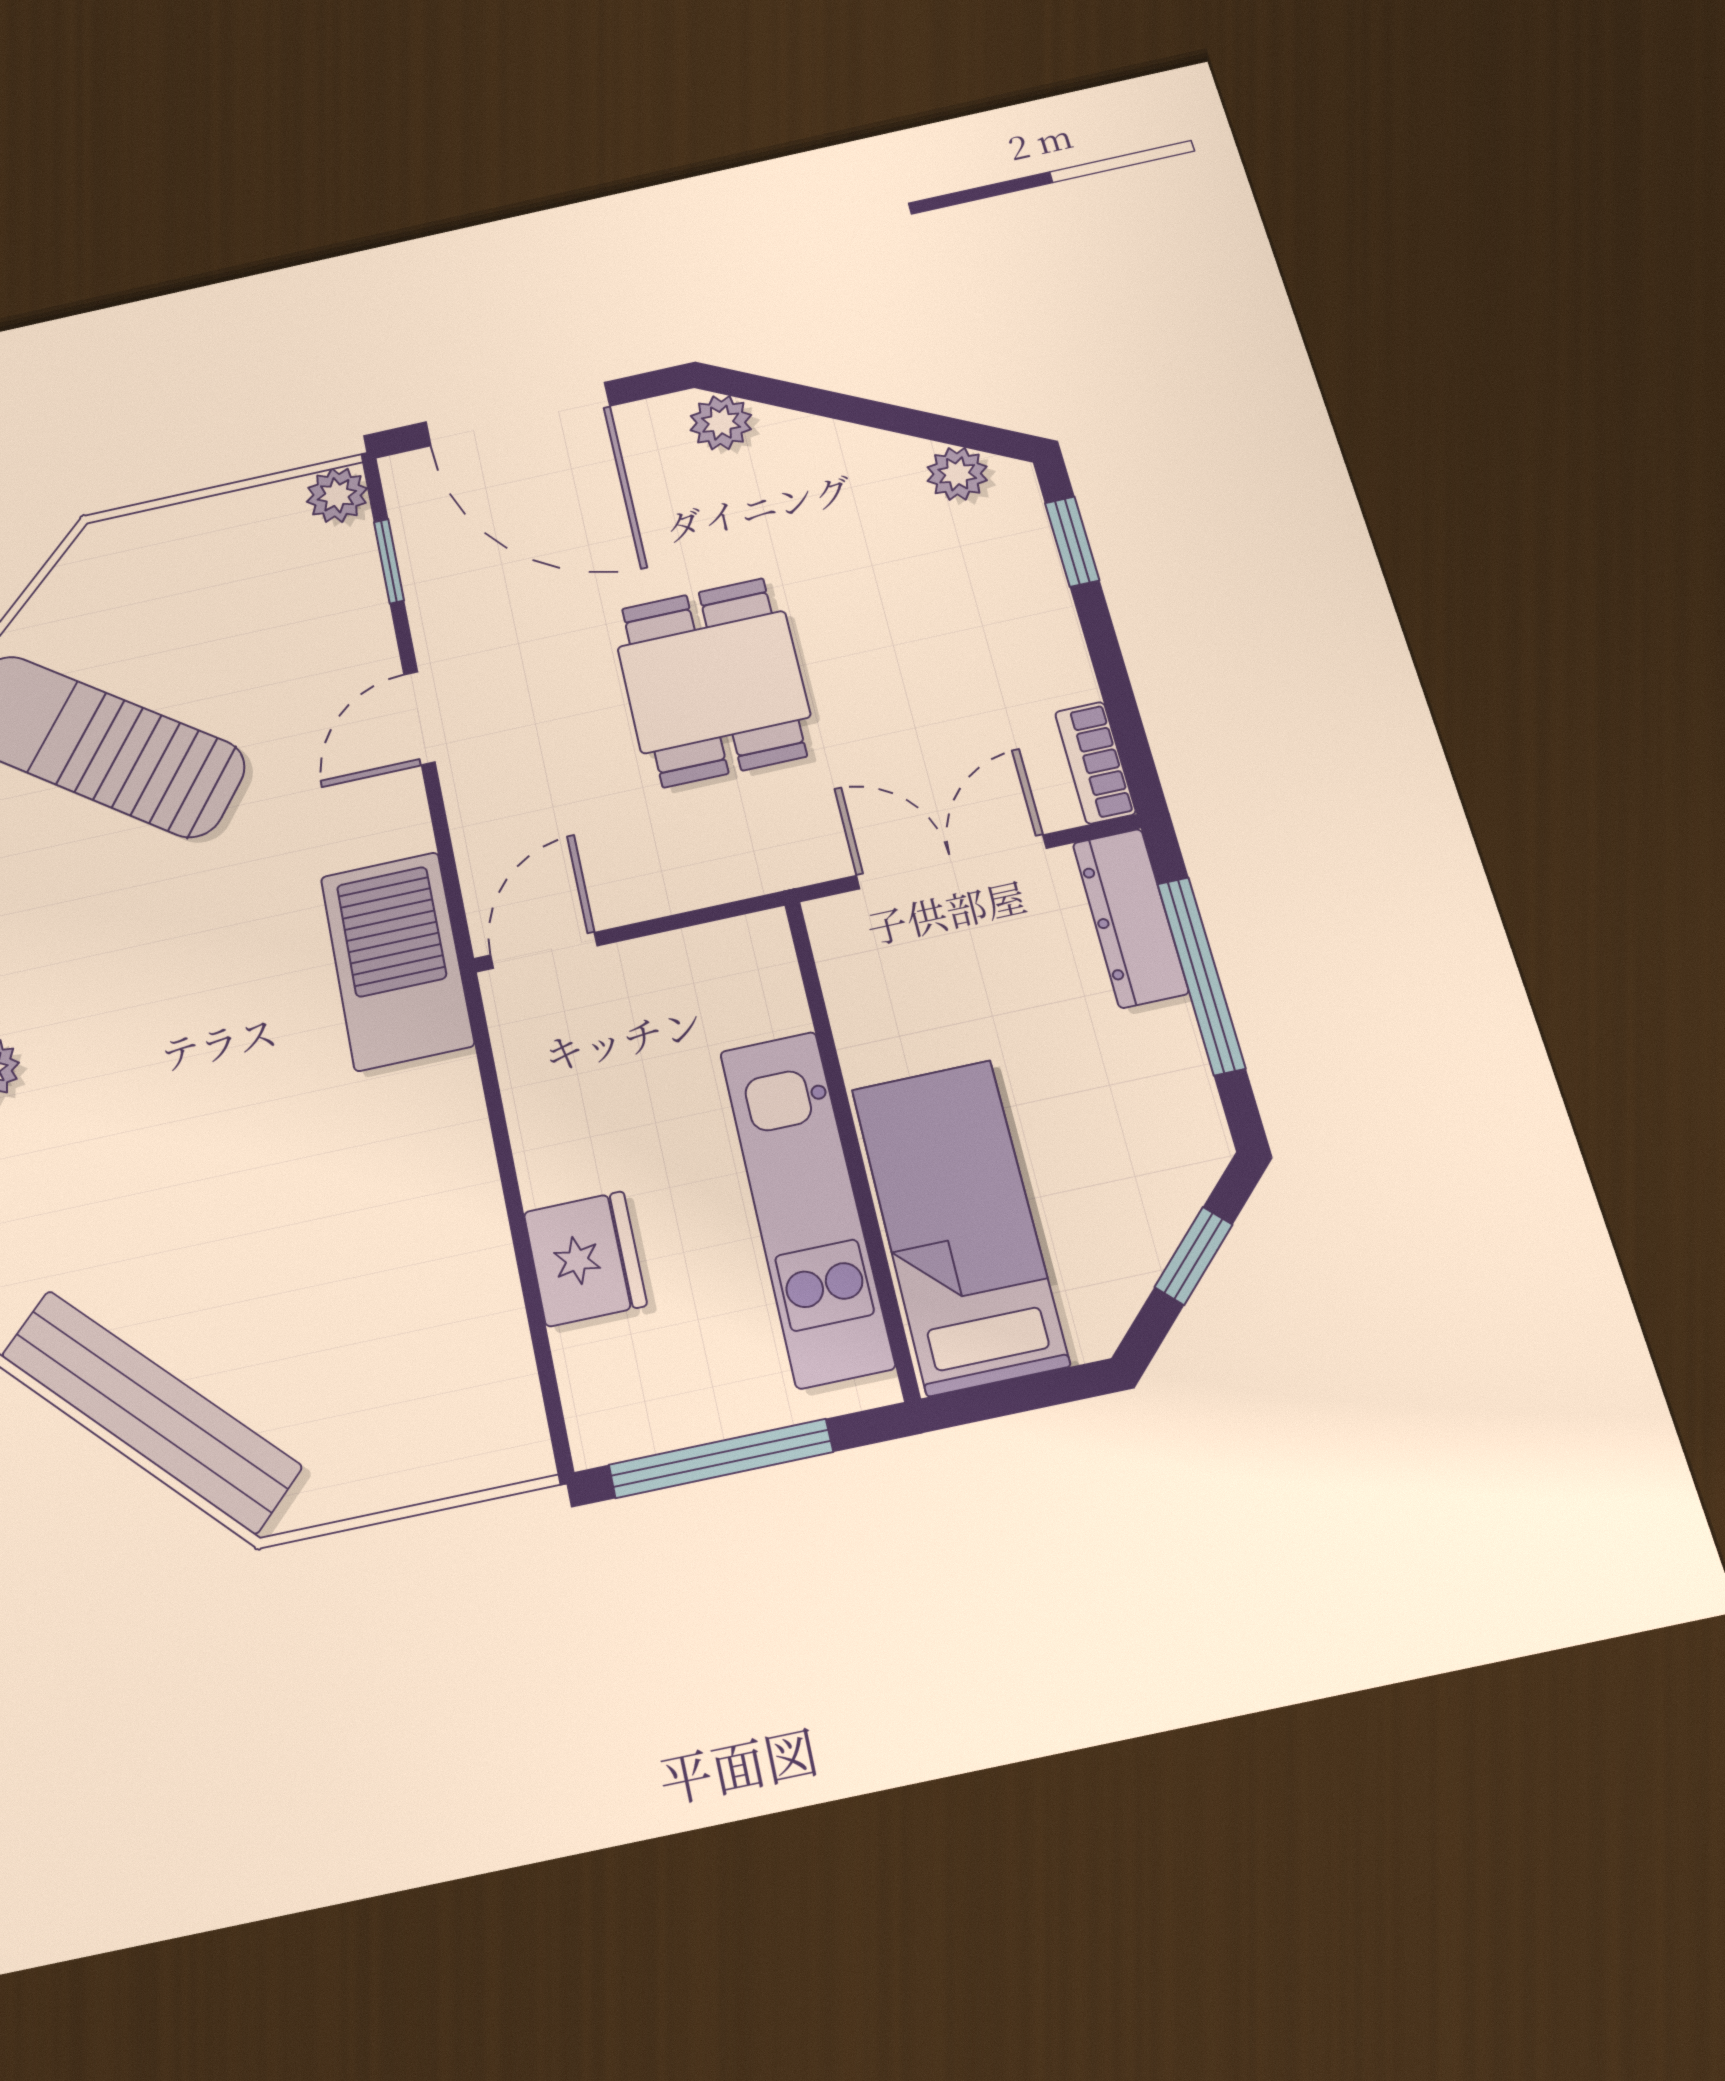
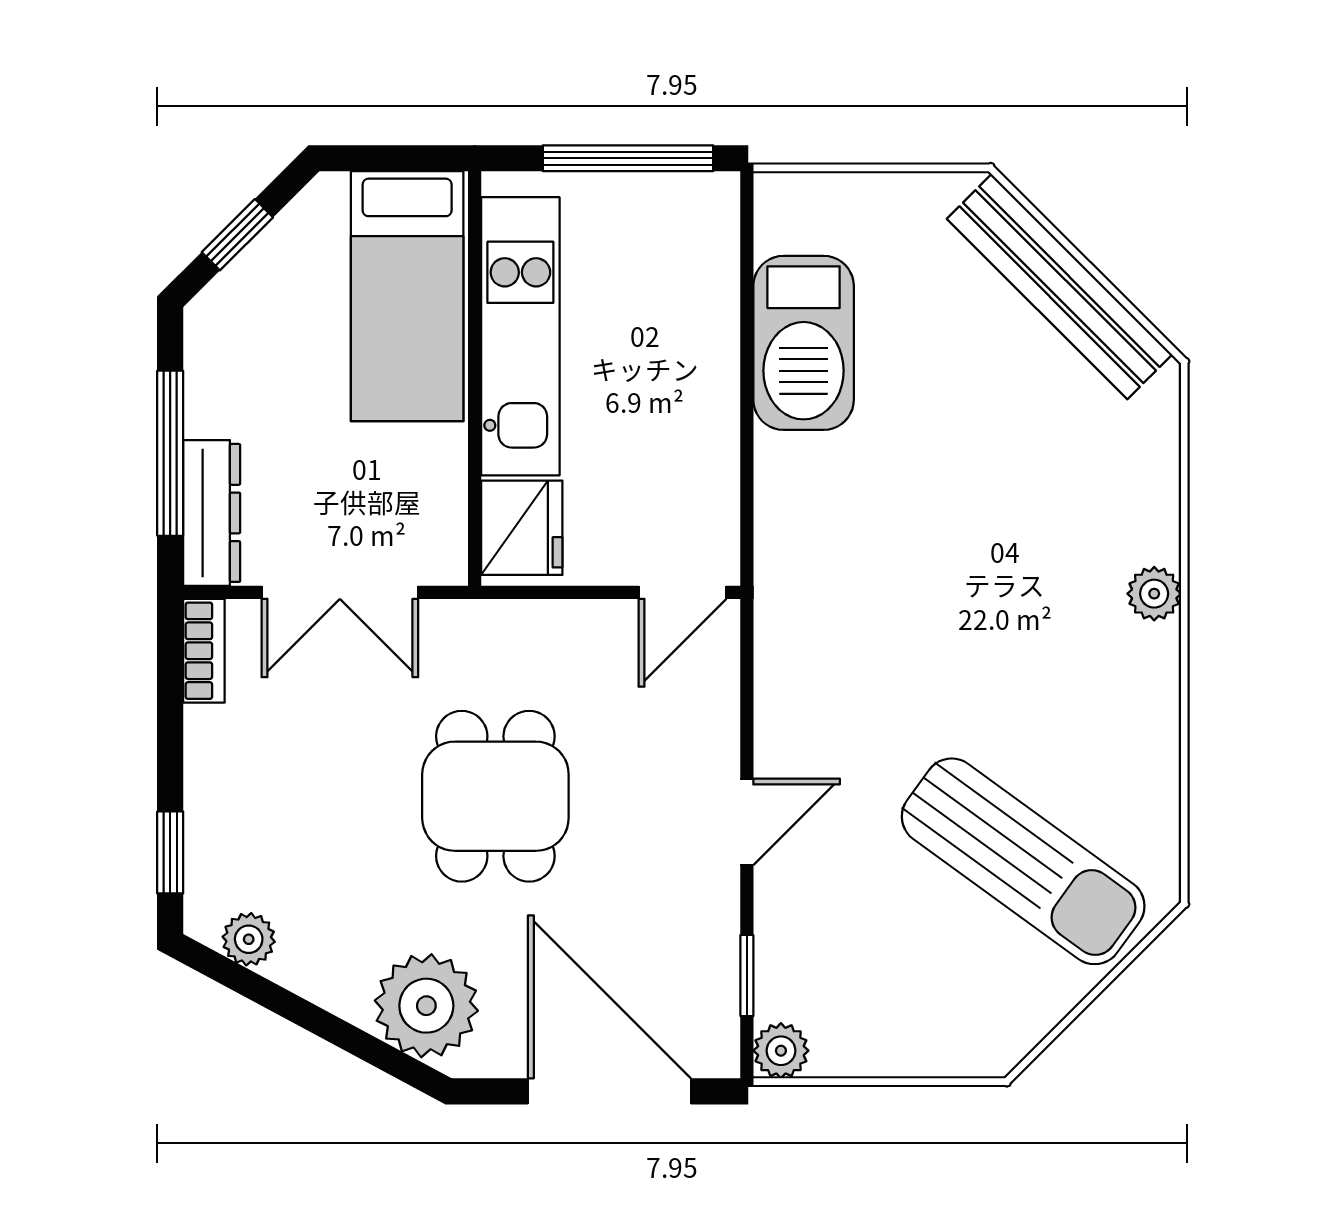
plant: (721, 423) -> (426, 1006), width x1.87, depth x1.87
barbecue: (397, 961) -> (804, 343), moved
fridge: (585, 1259) -> (522, 528), moved, turned 180

